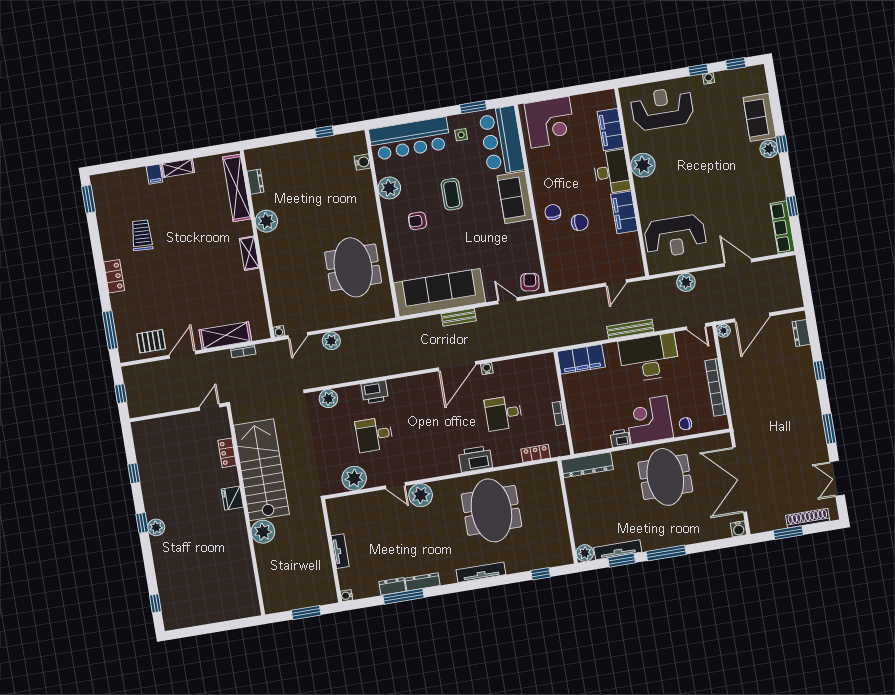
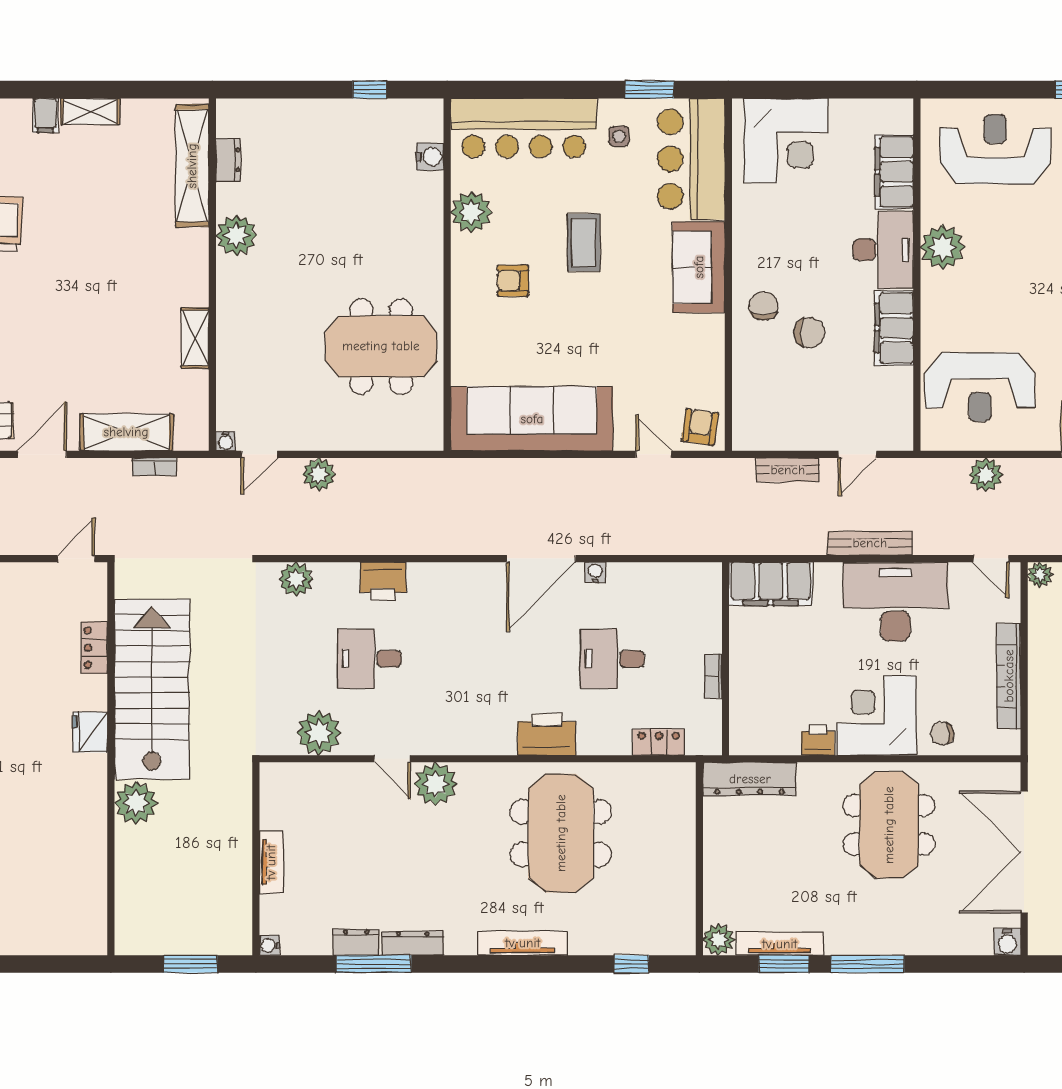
shelving: (249, 253) -> (195, 338), moved
meeting table: (353, 267) -> (381, 346), turned 90
bench: (459, 317) -> (788, 470), moved

